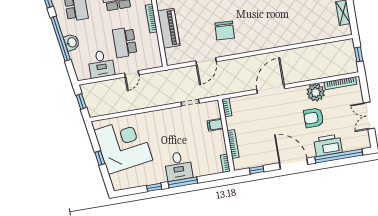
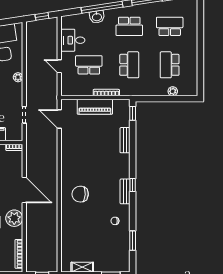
chair: (225, 30) -> (80, 194), moved
door: (206, 61) -> (59, 119), moved
plant: (316, 92) -> (14, 218), moved
plant: (151, 116) -> (18, 77), added

